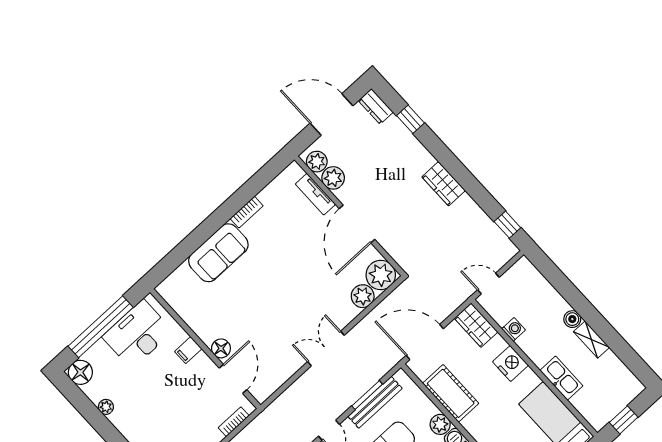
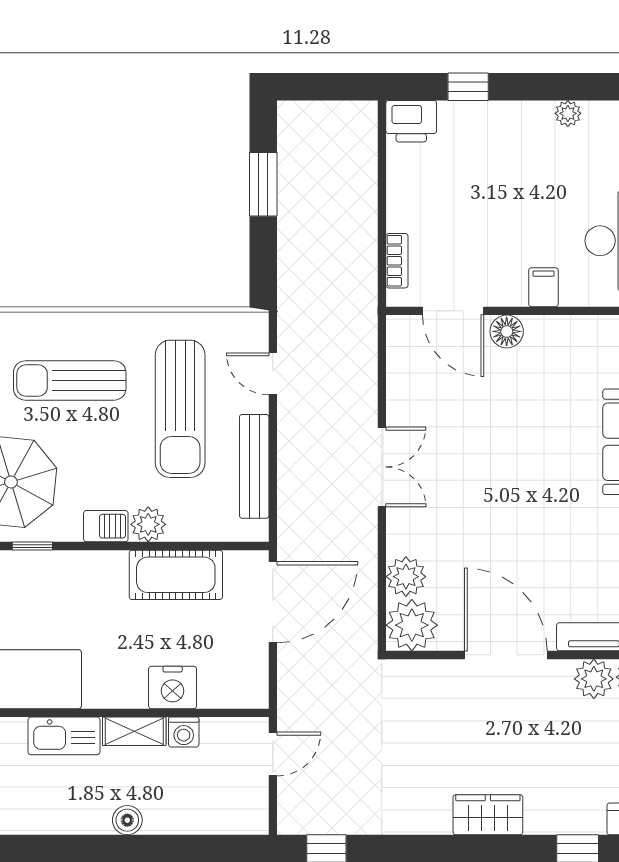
wardrobe: (444, 184) -> (488, 815), moved
wardrobe: (476, 325) -> (234, 689), removed
shelving: (591, 340) -> (134, 731), moved
nightstand: (510, 364) -> (173, 687), moved
window: (367, 395) -> (273, 465), removed

